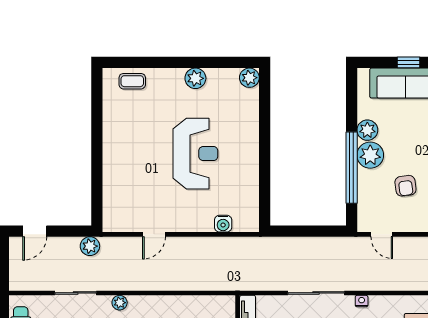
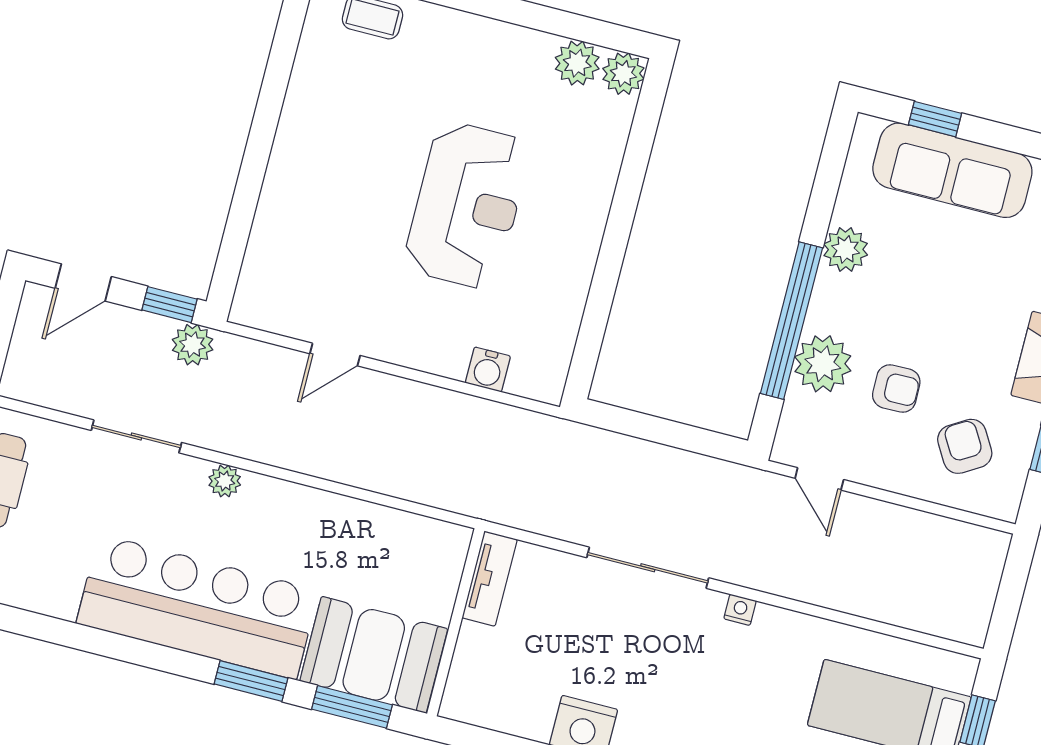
window: (408, 62) -> (935, 119), moved
plant: (195, 78) -> (577, 63), moved
plant: (370, 155) -> (823, 364), moved
armchair: (405, 186) -> (896, 389), turned -83
window: (75, 231) -> (169, 305), added

